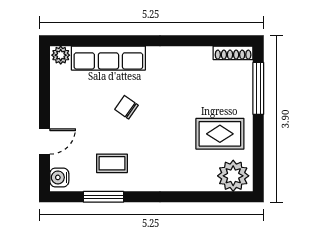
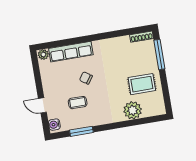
door: (45, 142) -> (42, 105), swing flipped
coffee table: (112, 163) -> (78, 103), moved
plant: (233, 176) -> (133, 110), moved

